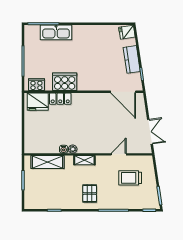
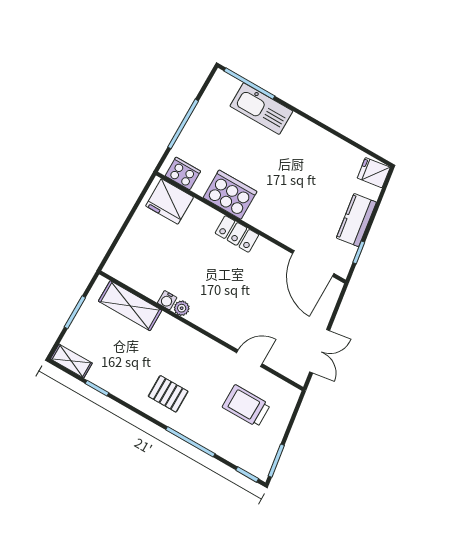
locker: (60, 99) -> (237, 234), moved
shelving: (84, 160) -> (71, 361), moved
pallet: (90, 194) -> (168, 394), turned 90

